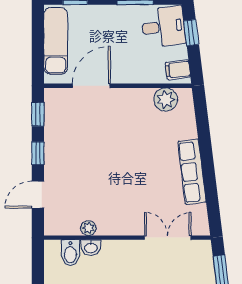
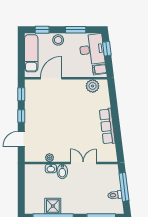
stool: (104, 17) -> (58, 40), added
desk: (163, 27) -> (92, 49), width x1.37
double door: (168, 238) -> (83, 163), moved
bidet: (70, 253) -> (62, 171), moved

